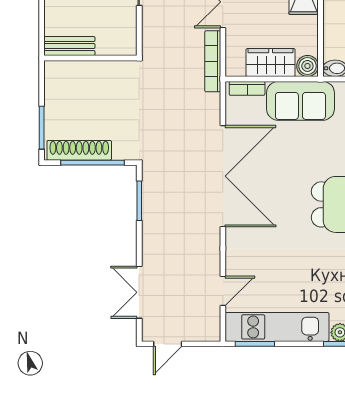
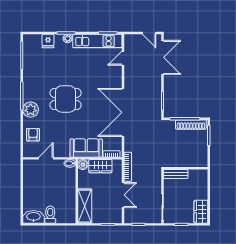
bench: (69, 46) -> (176, 174), moved
double door: (139, 292) -> (163, 57), width x1.37
door: (168, 344) -> (149, 33), swing flipped

